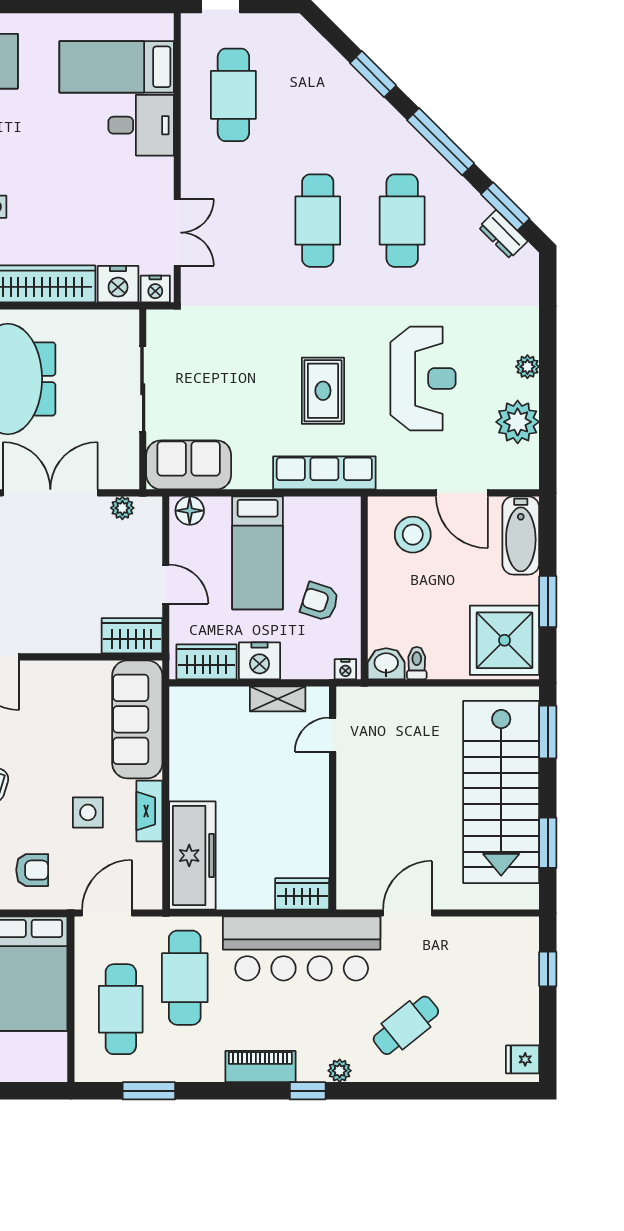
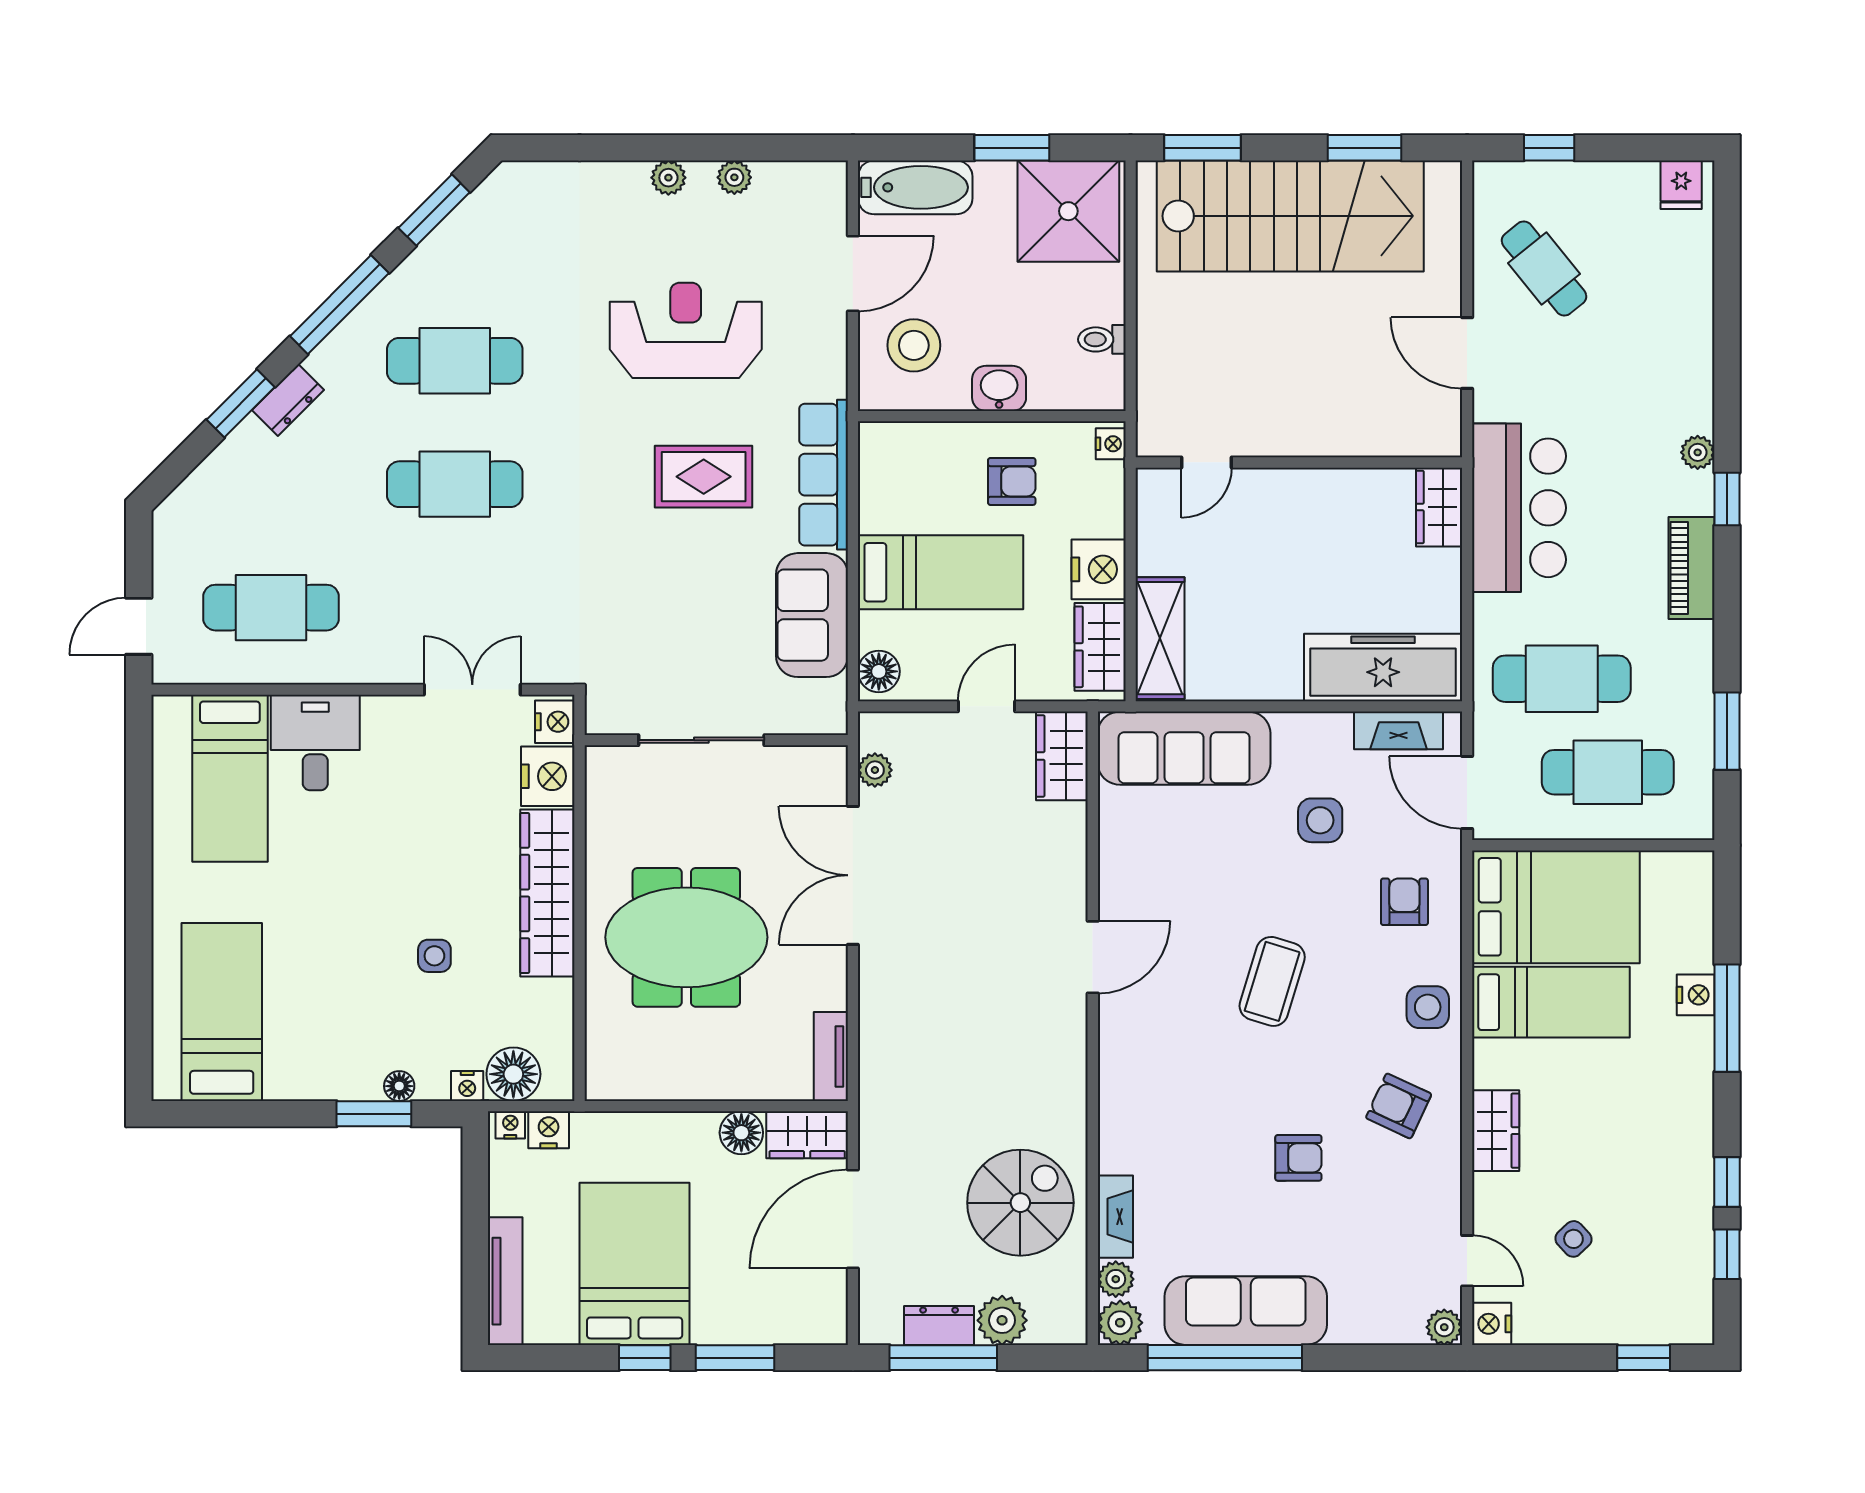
dresser: (503, 234) -> (288, 400), moved
plant: (518, 422) -> (734, 177), width x0.53, depth x0.53
sofa: (189, 465) -> (812, 615), moved
armchair: (320, 602) -> (1012, 481), turned -108
washbasin: (386, 664) -> (999, 388), moved, turned 90
shelving: (278, 699) -> (1160, 638), moved, width x1.50, depth x1.33
door: (333, 735) -> (1207, 462), hinge flipped
fireplace: (149, 811) -> (1399, 730), moved
bar counter: (302, 948) -> (1519, 508), width x0.73
cafe table: (406, 1025) -> (1544, 269), moved

